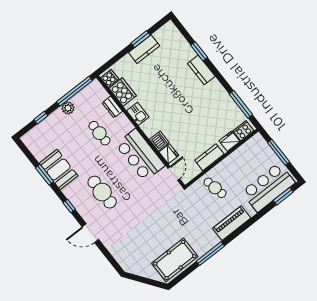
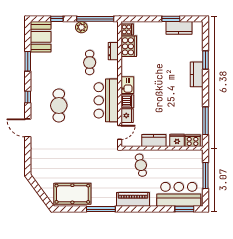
kitchen counter: (144, 49) -> (179, 28), moved
kitchen sink: (138, 114) -> (127, 85), moved
booth: (59, 169) -> (41, 37), moved

